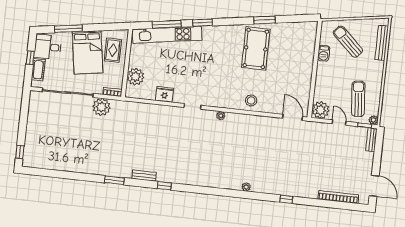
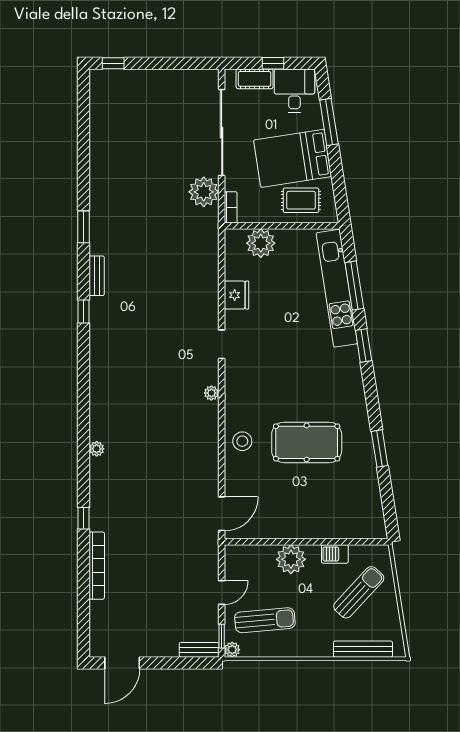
pool table: (256, 48) -> (307, 442), moved
plant: (321, 110) -> (291, 559), moved
bookcase: (338, 197) -> (97, 566), moved

